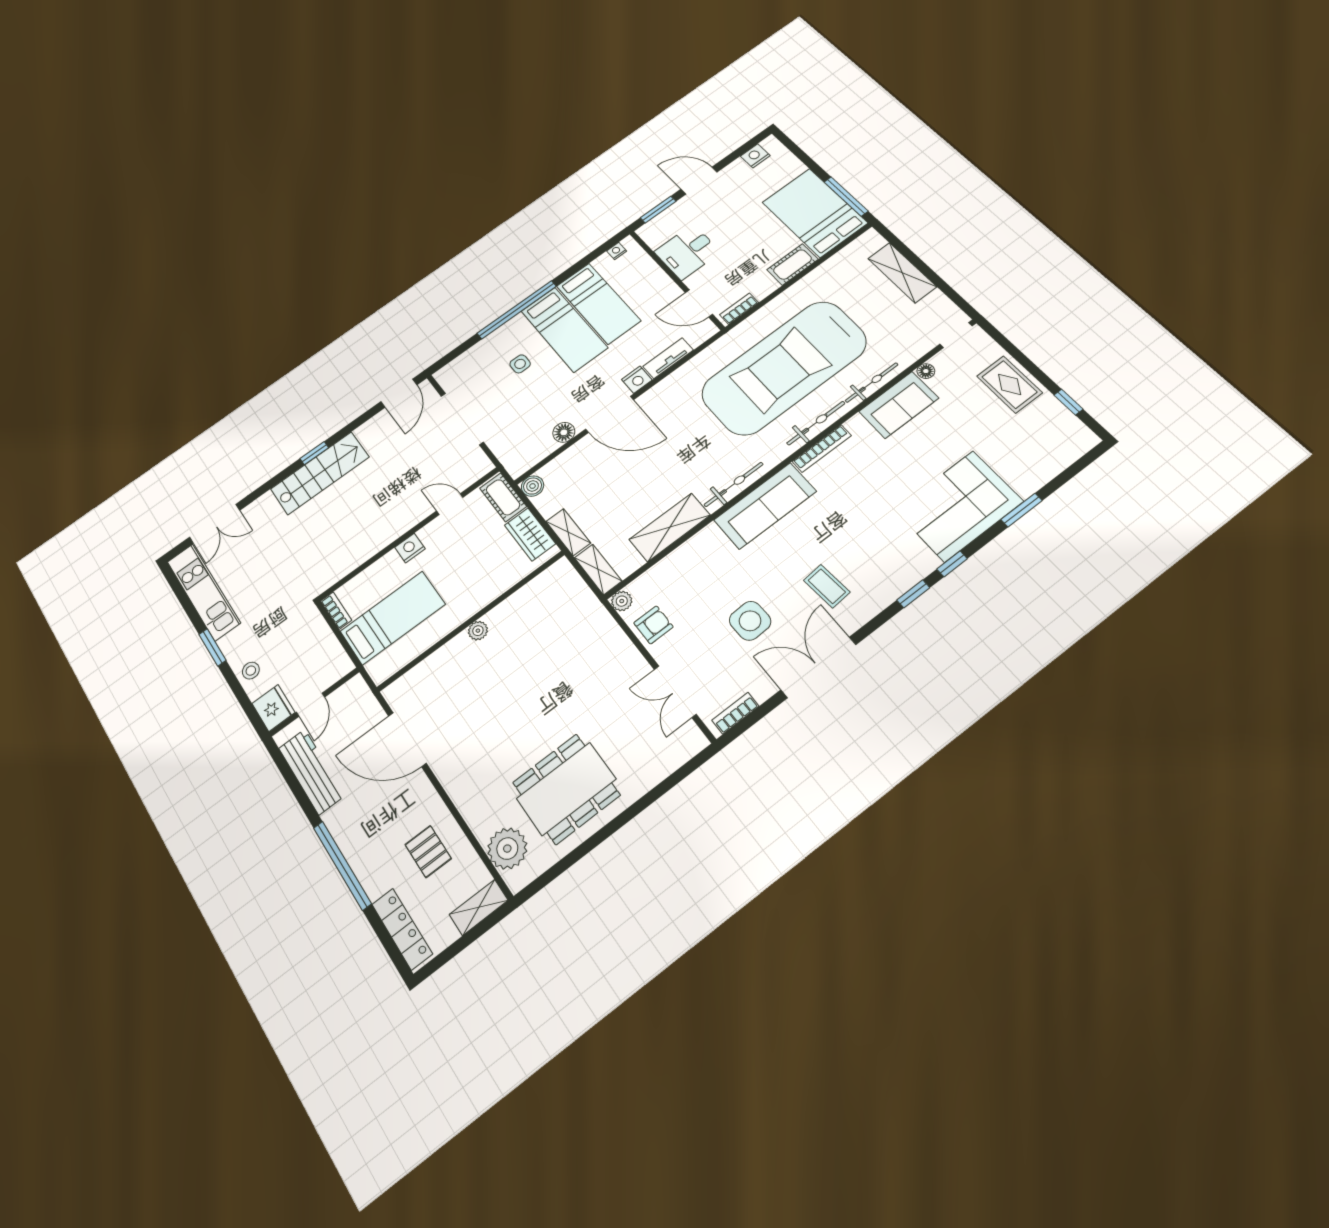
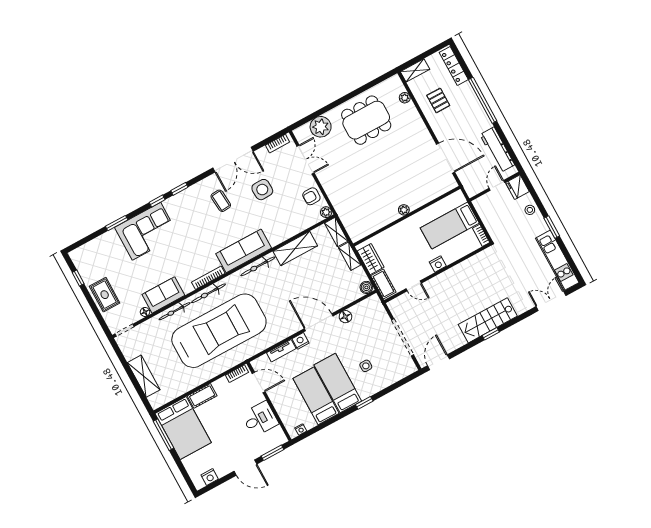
window: (517, 310) -> (364, 403), width x0.32
plant: (655, 761) -> (321, 127), added
plant: (507, 849) -> (405, 98), width x0.53, depth x0.53

